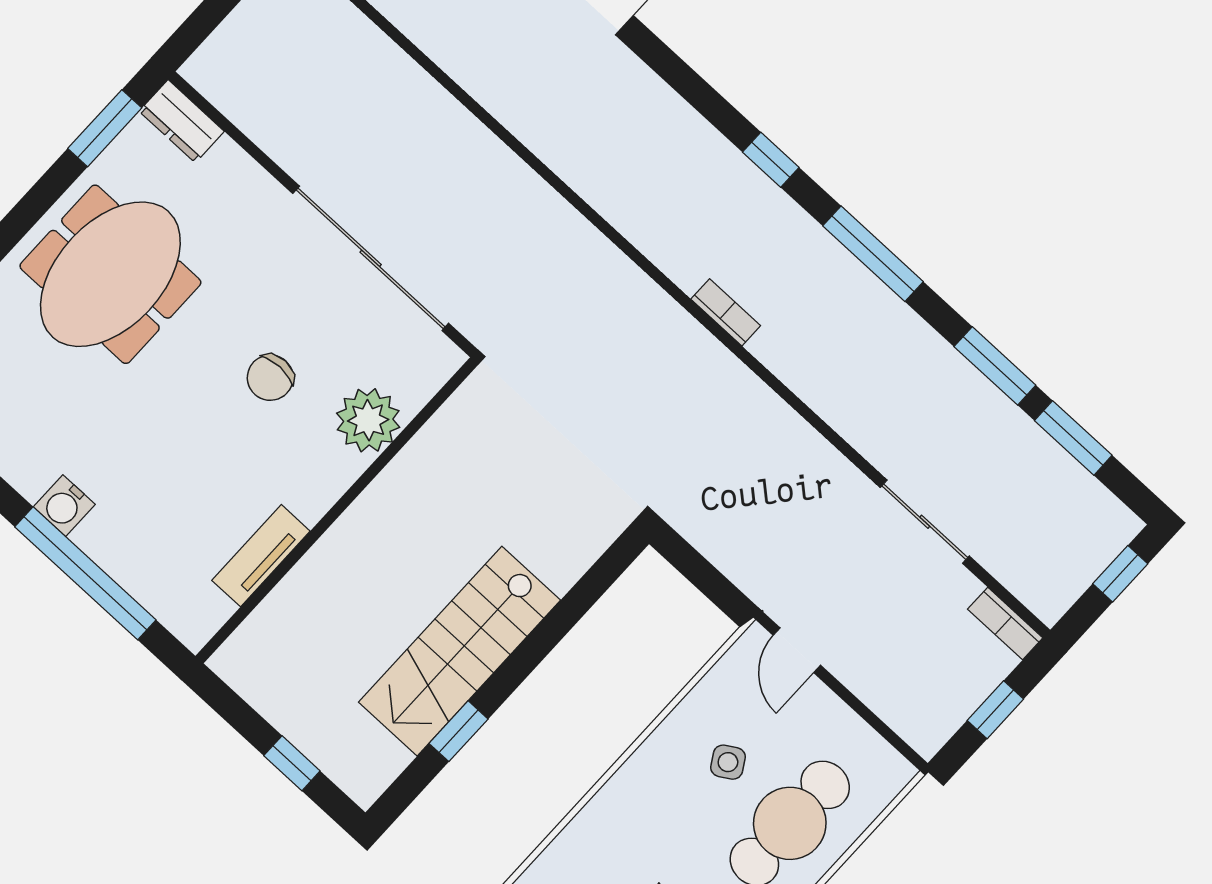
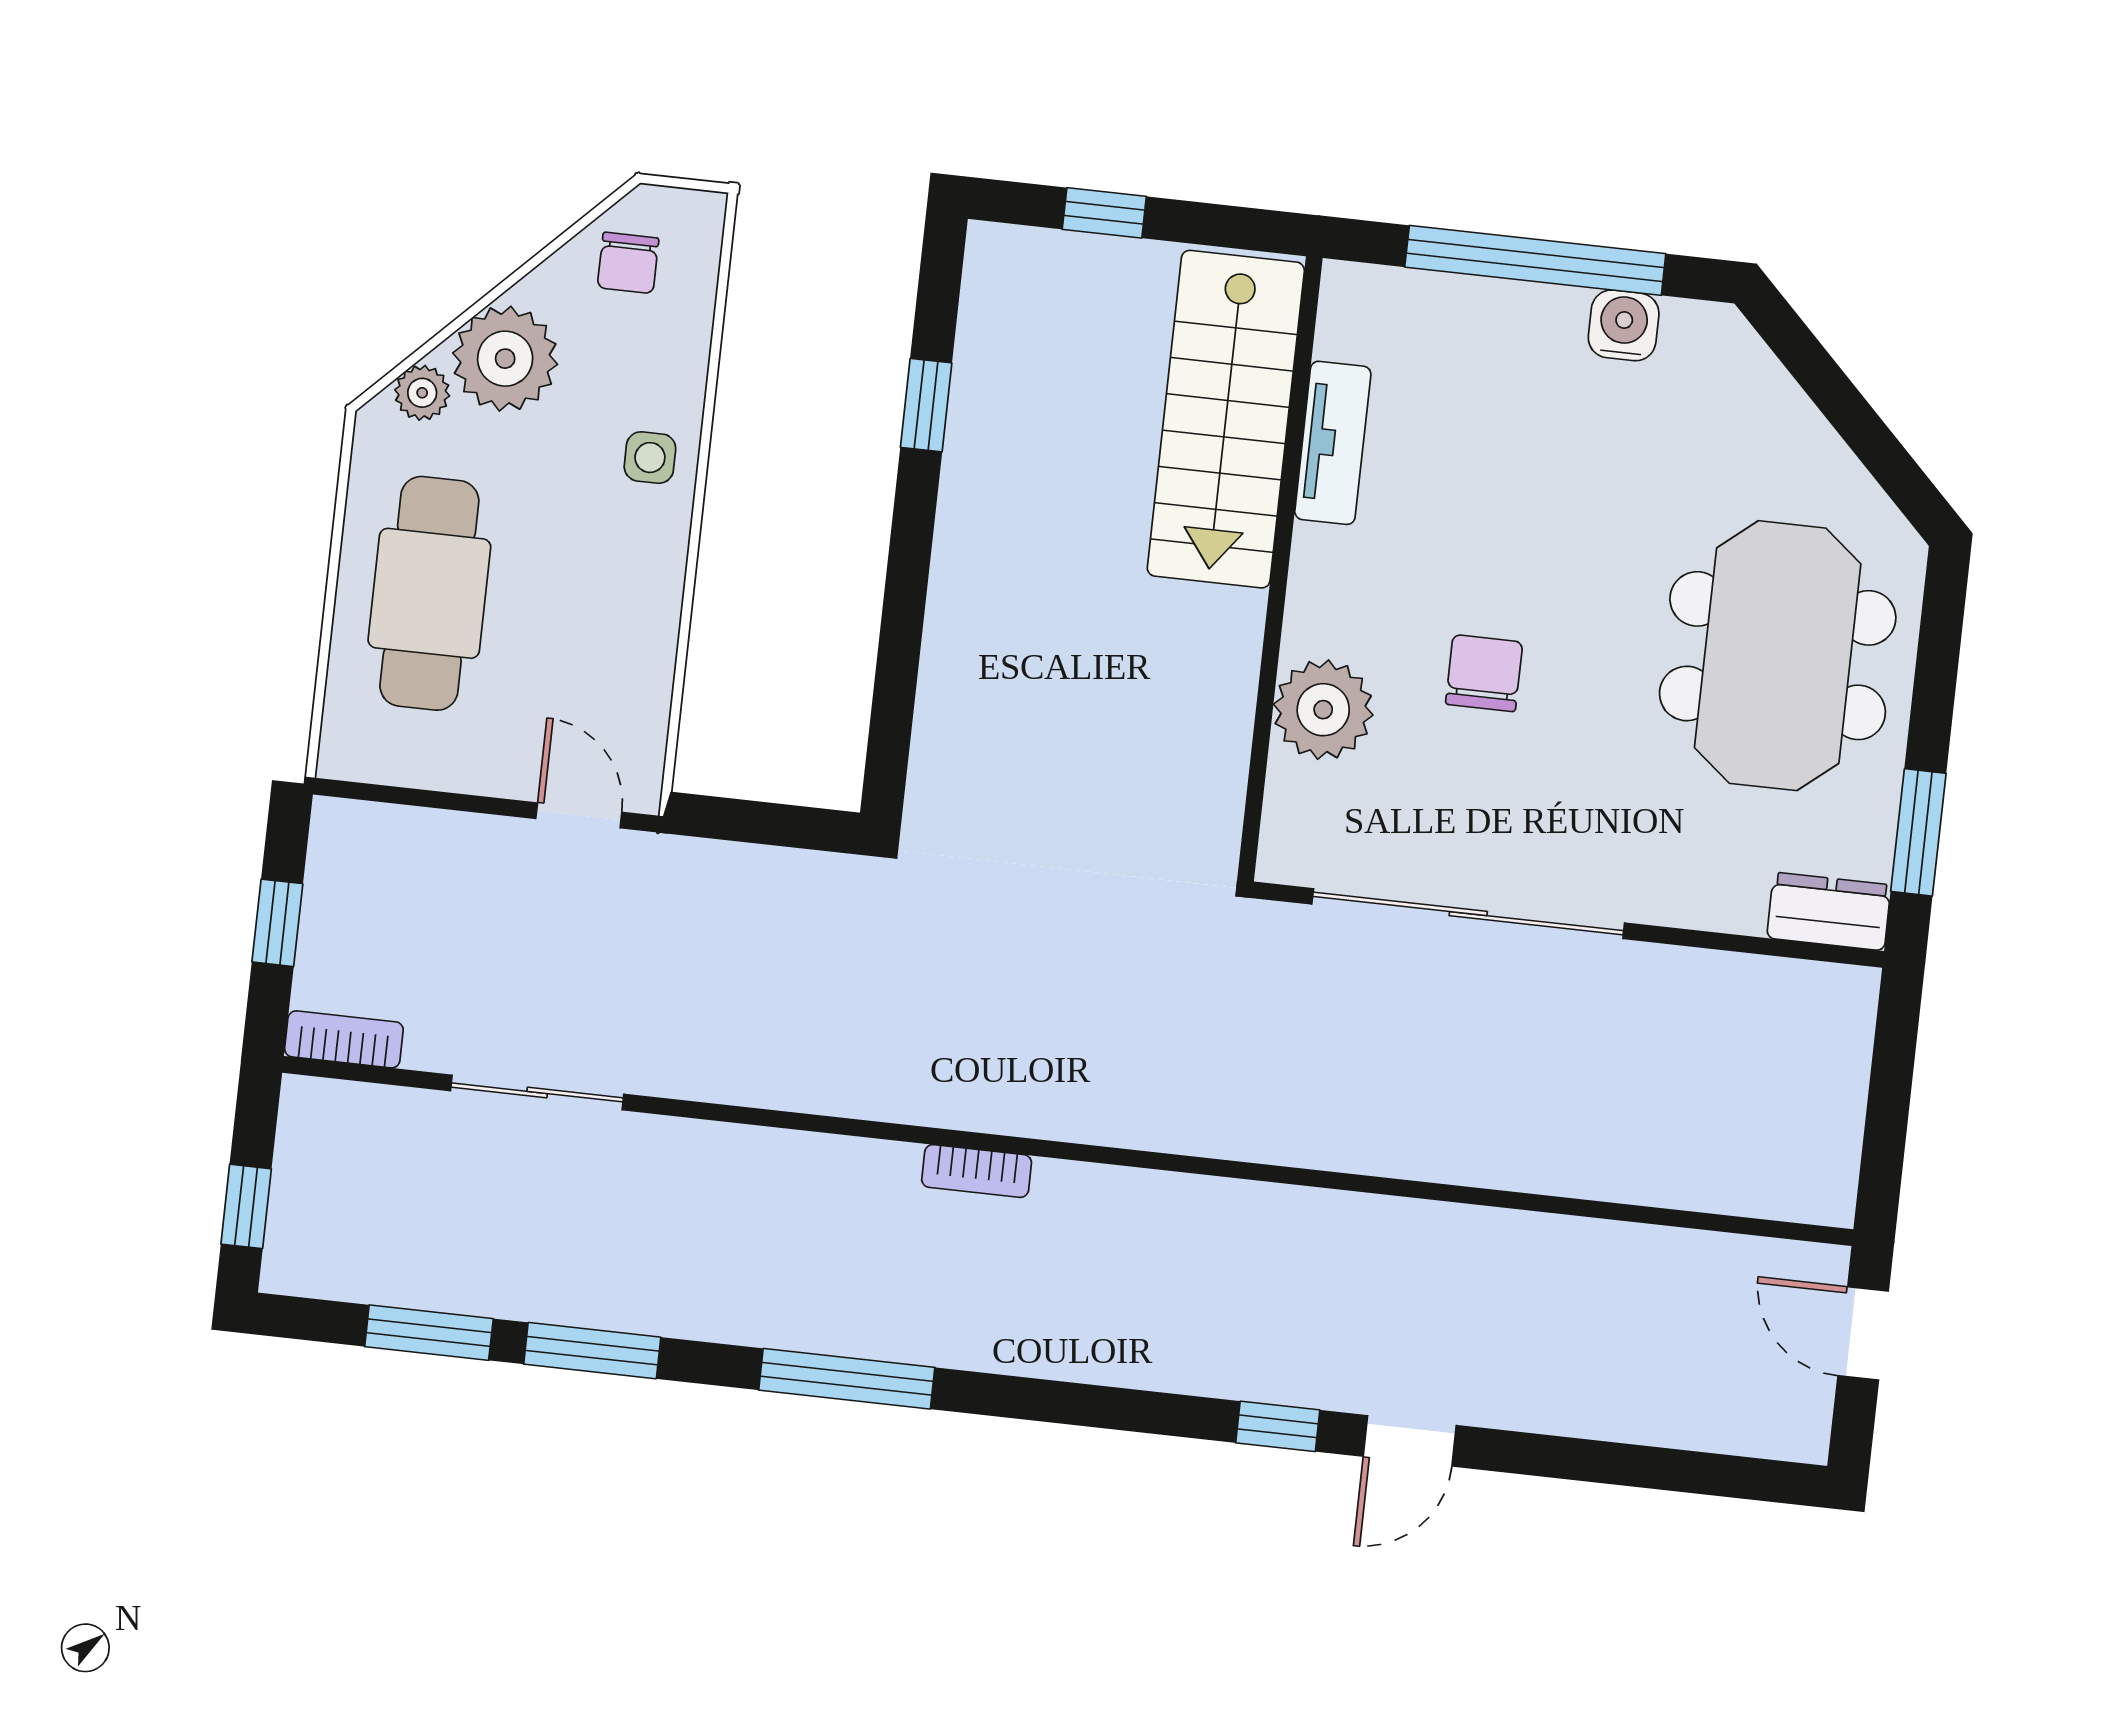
window: (771, 160) -> (1278, 1426), moved
stairs: (459, 651) -> (1226, 419), moved, turned 180
side table: (728, 762) -> (650, 458), moved, turned 31

